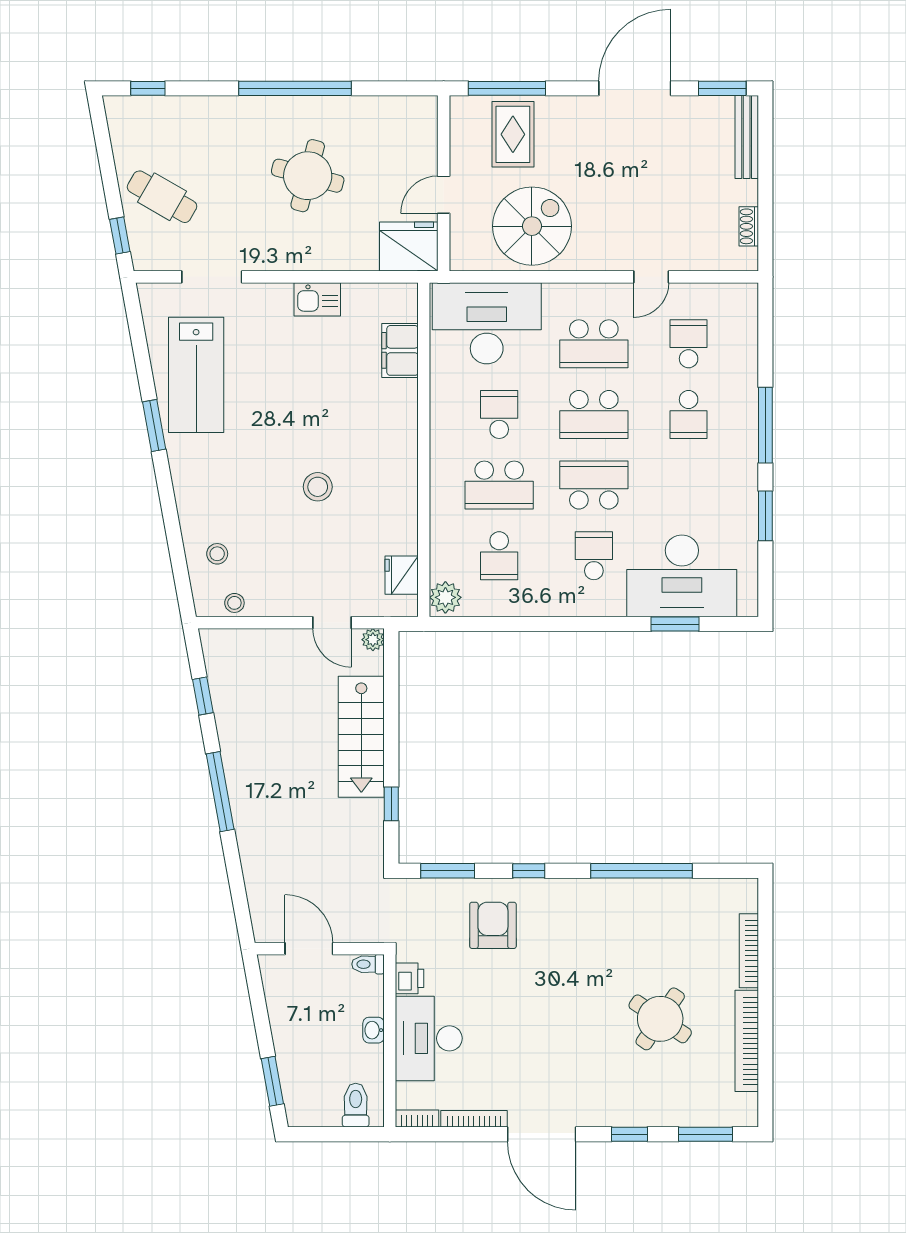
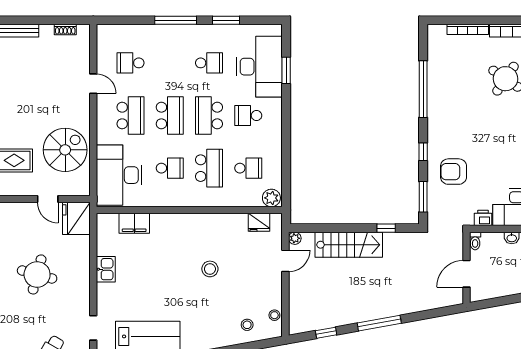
spiral stairs: (532, 226) -> (65, 150), turned 90
doorway: (212, 277) -> (93, 328), width x0.73
school desk: (499, 414) -> (170, 168), turned 180
school desk: (689, 414) -> (209, 63), moved

